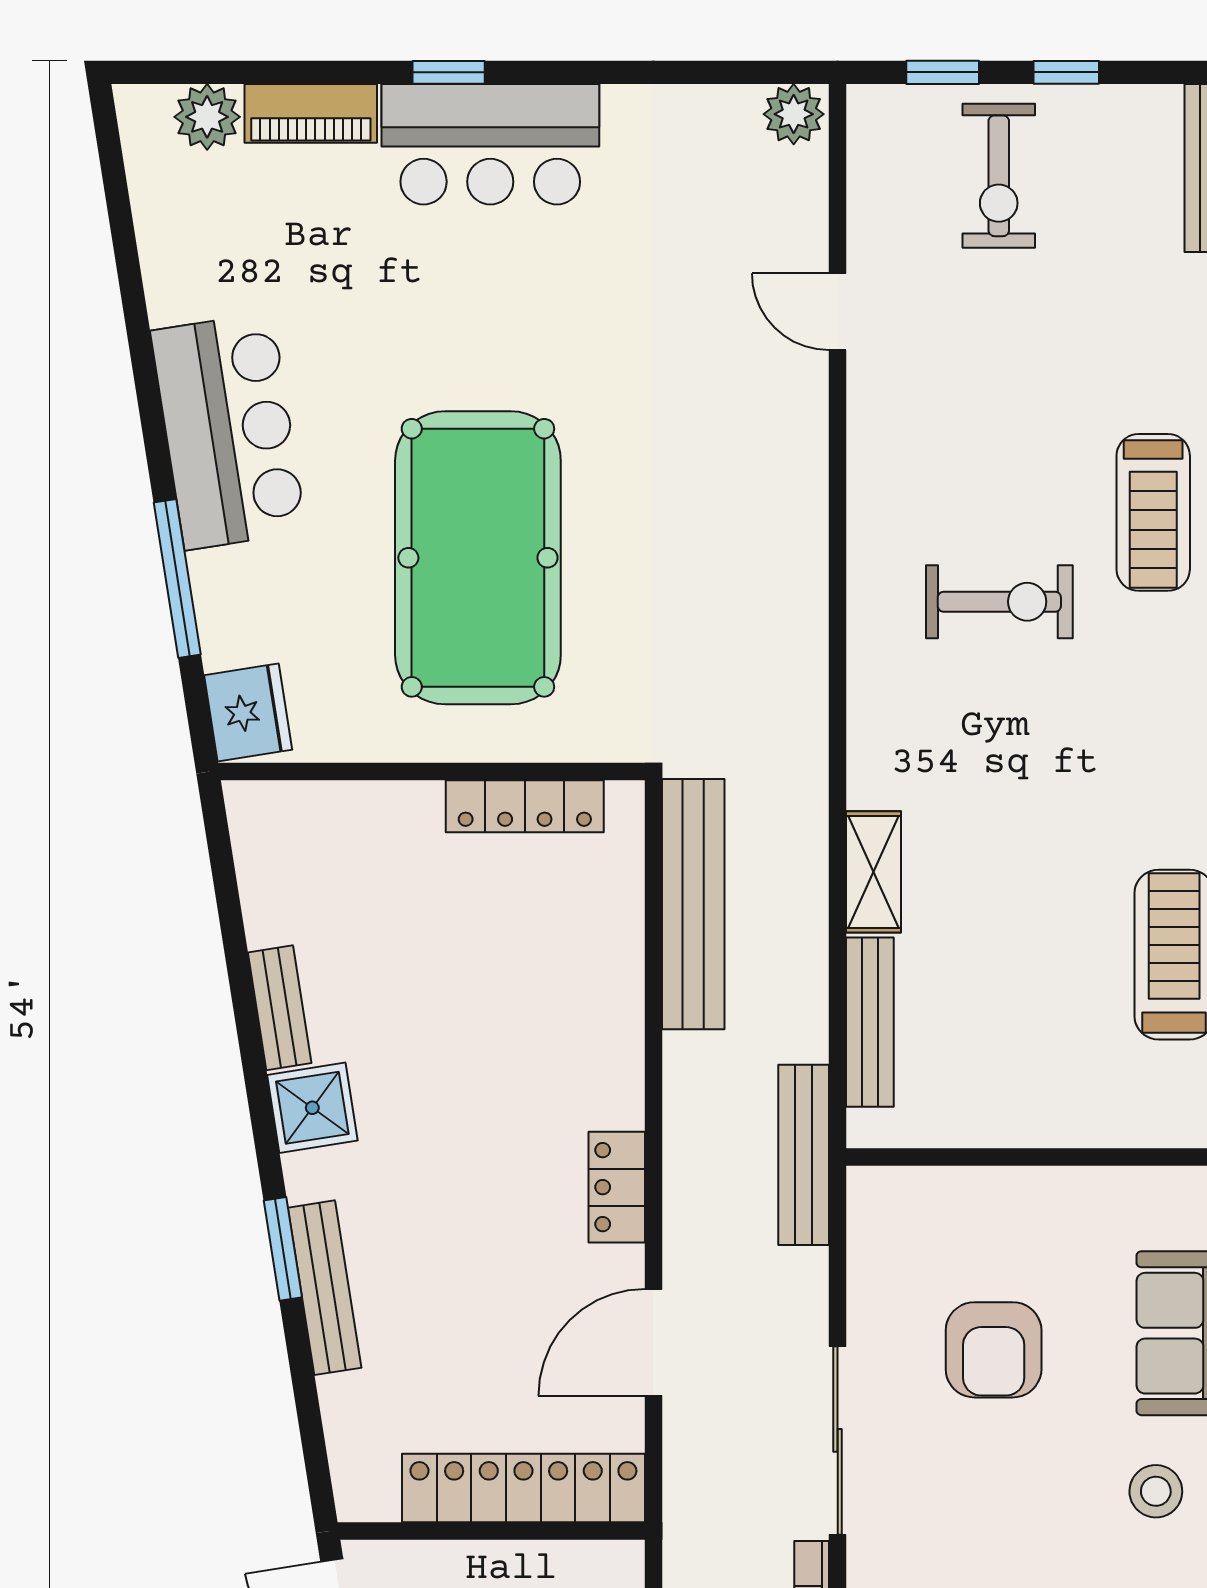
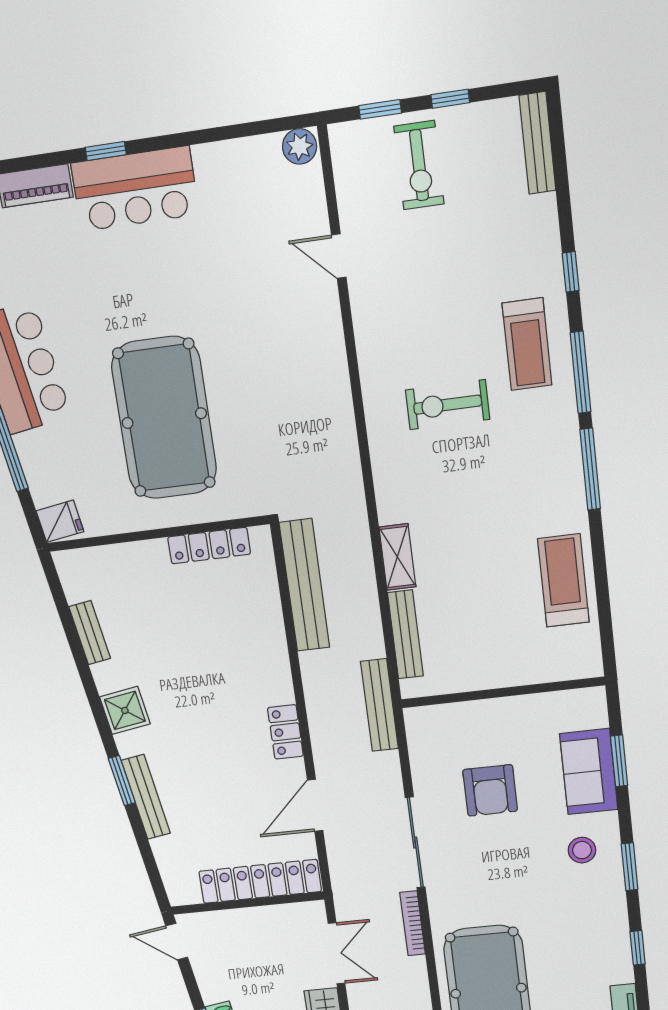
exercise bike: (999, 602) -> (448, 405), turned 180
fridge: (248, 712) -> (60, 521), width x0.72
bench: (280, 1008) -> (90, 633), moved

